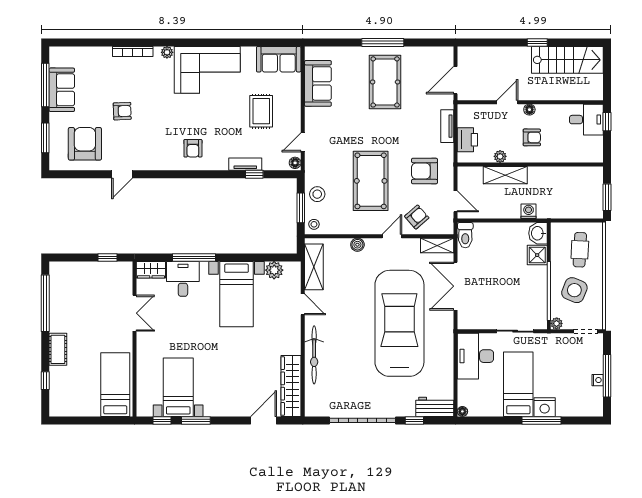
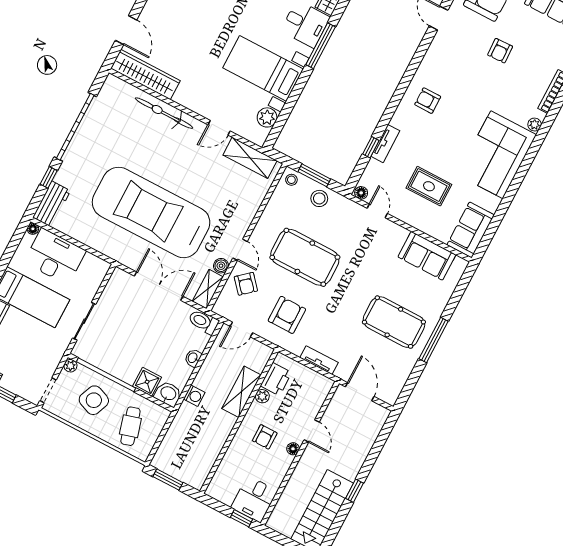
printer: (467, 140) -> (276, 379), moved, turned -90
washbasin: (499, 228) -> (193, 358), added
boiler: (357, 245) -> (221, 266), moved
cafe table: (580, 250) -> (130, 426), turned 71
car: (399, 323) -> (151, 212), turned 180
desk: (475, 356) -> (55, 256), moved

